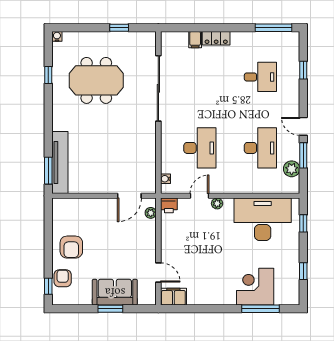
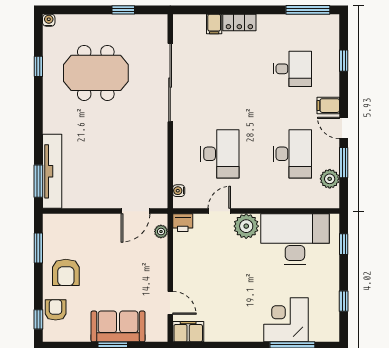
filing cabinet: (290, 108) -> (328, 106), added
plant: (217, 203) -> (246, 226), width x1.87, depth x1.87
window: (48, 227) -> (38, 248), added

